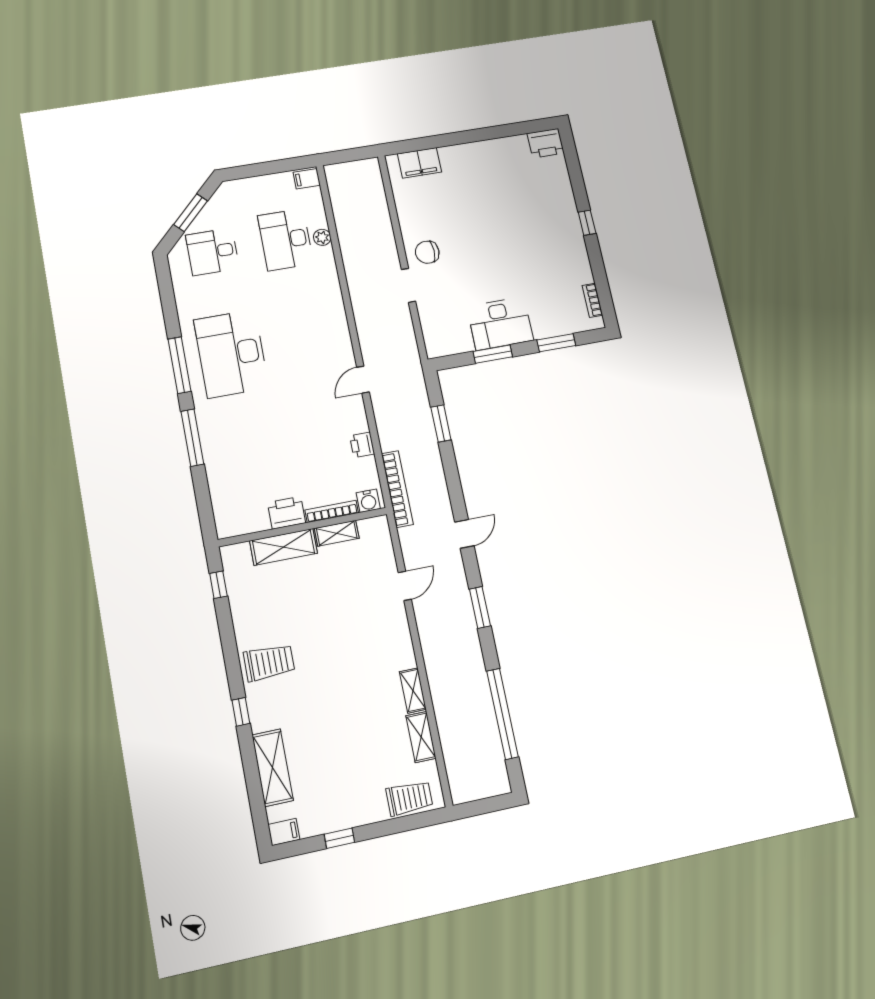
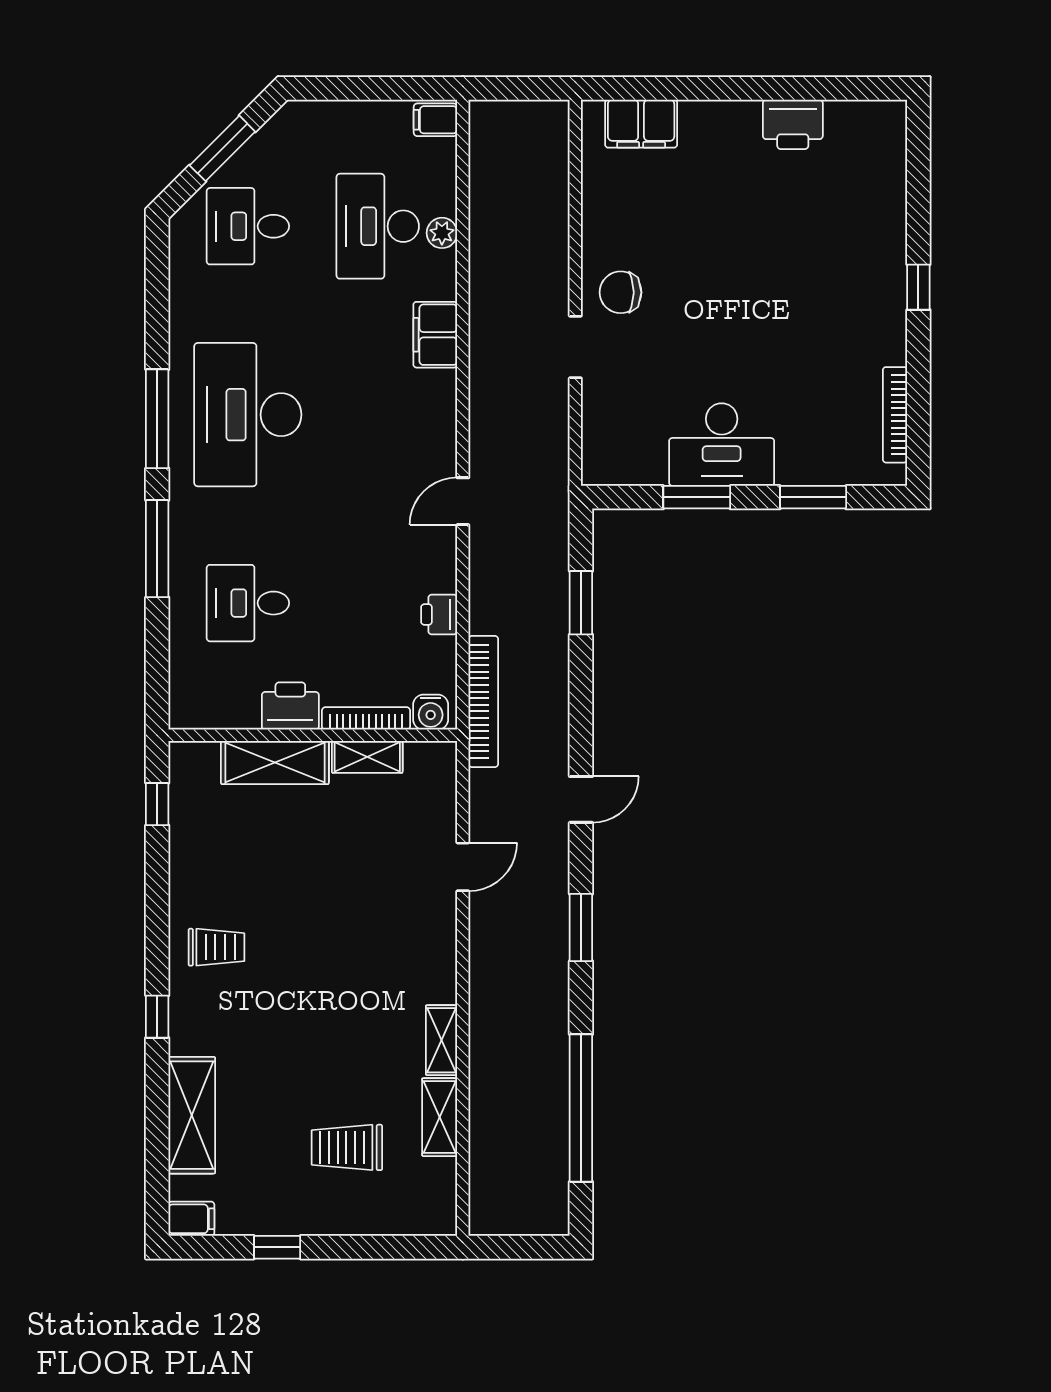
printer: (546, 143) -> (793, 124), moved
filing cabinet: (329, 292) -> (435, 335), added
bookcase: (592, 300) -> (895, 415), width x1.56
desk: (251, 459) -> (248, 603), added
trolley: (269, 663) -> (216, 947), width x0.73, depth x0.72
trolley: (409, 798) -> (347, 1147), moved, turned 180

